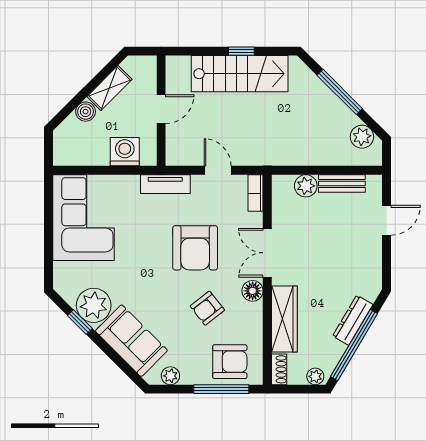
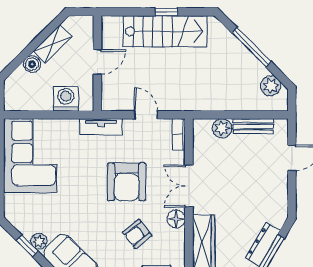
plant: (94, 305) -> (39, 241), width x0.53, depth x0.53

